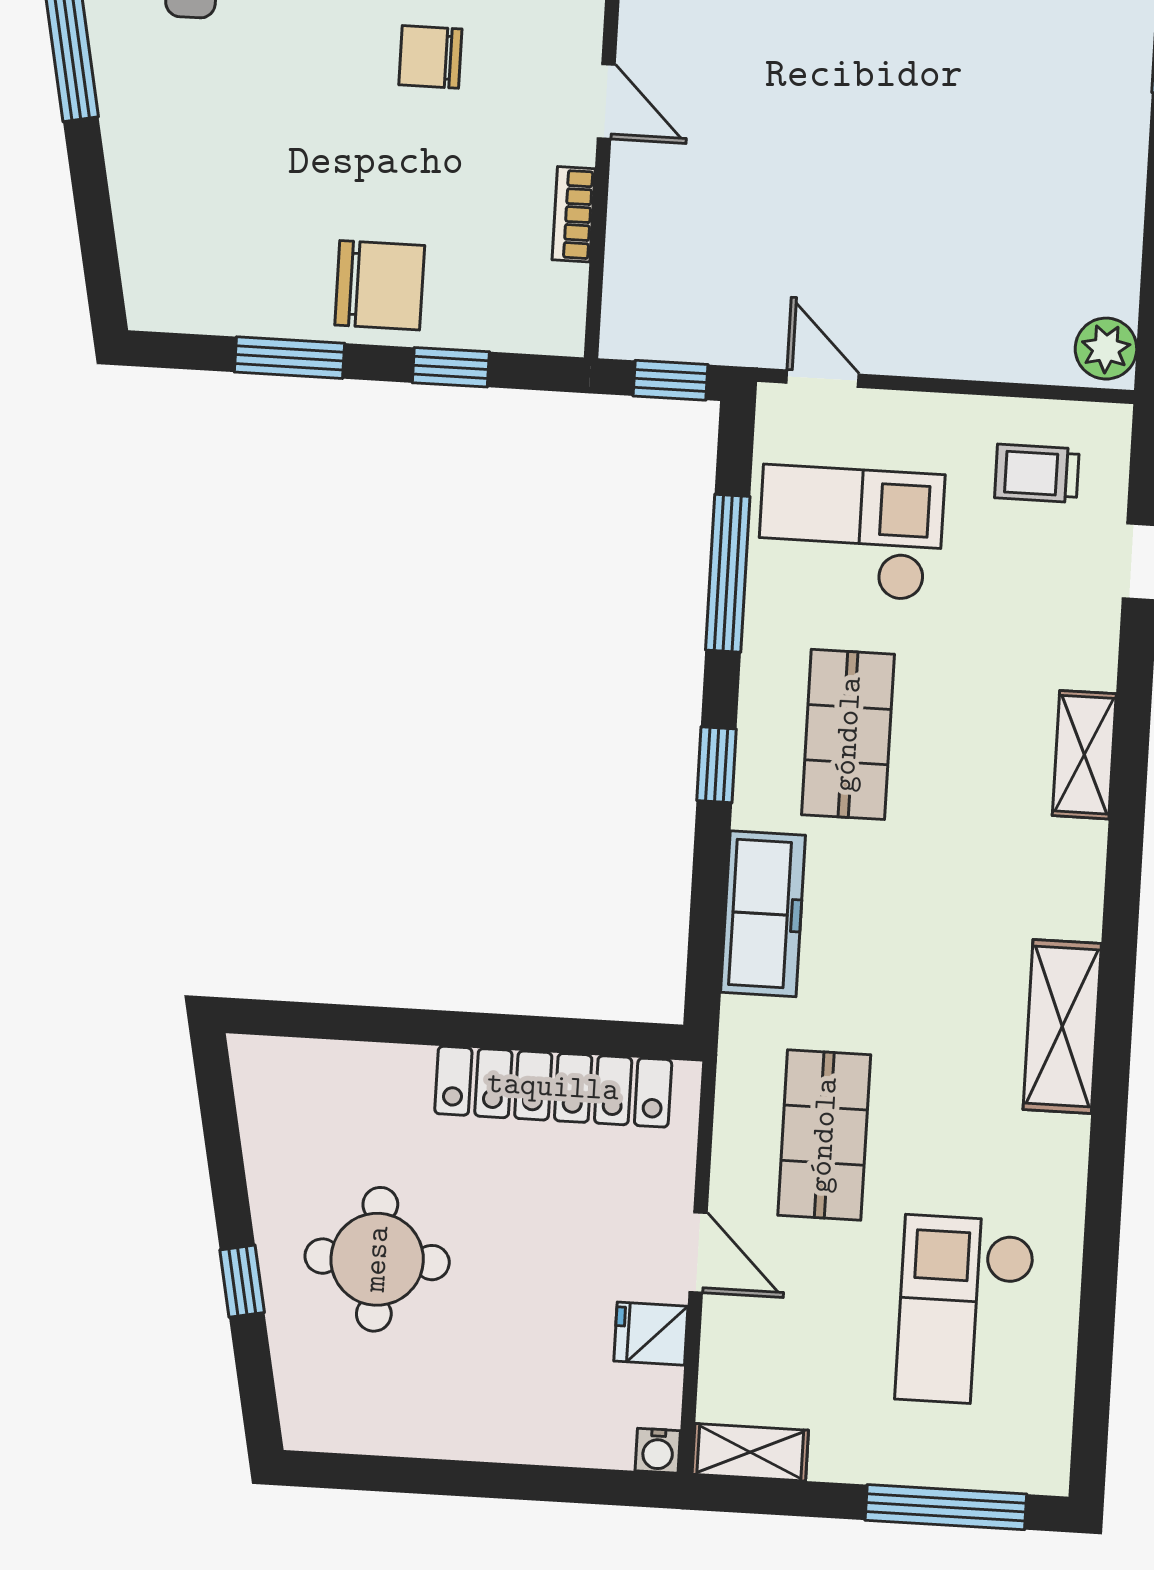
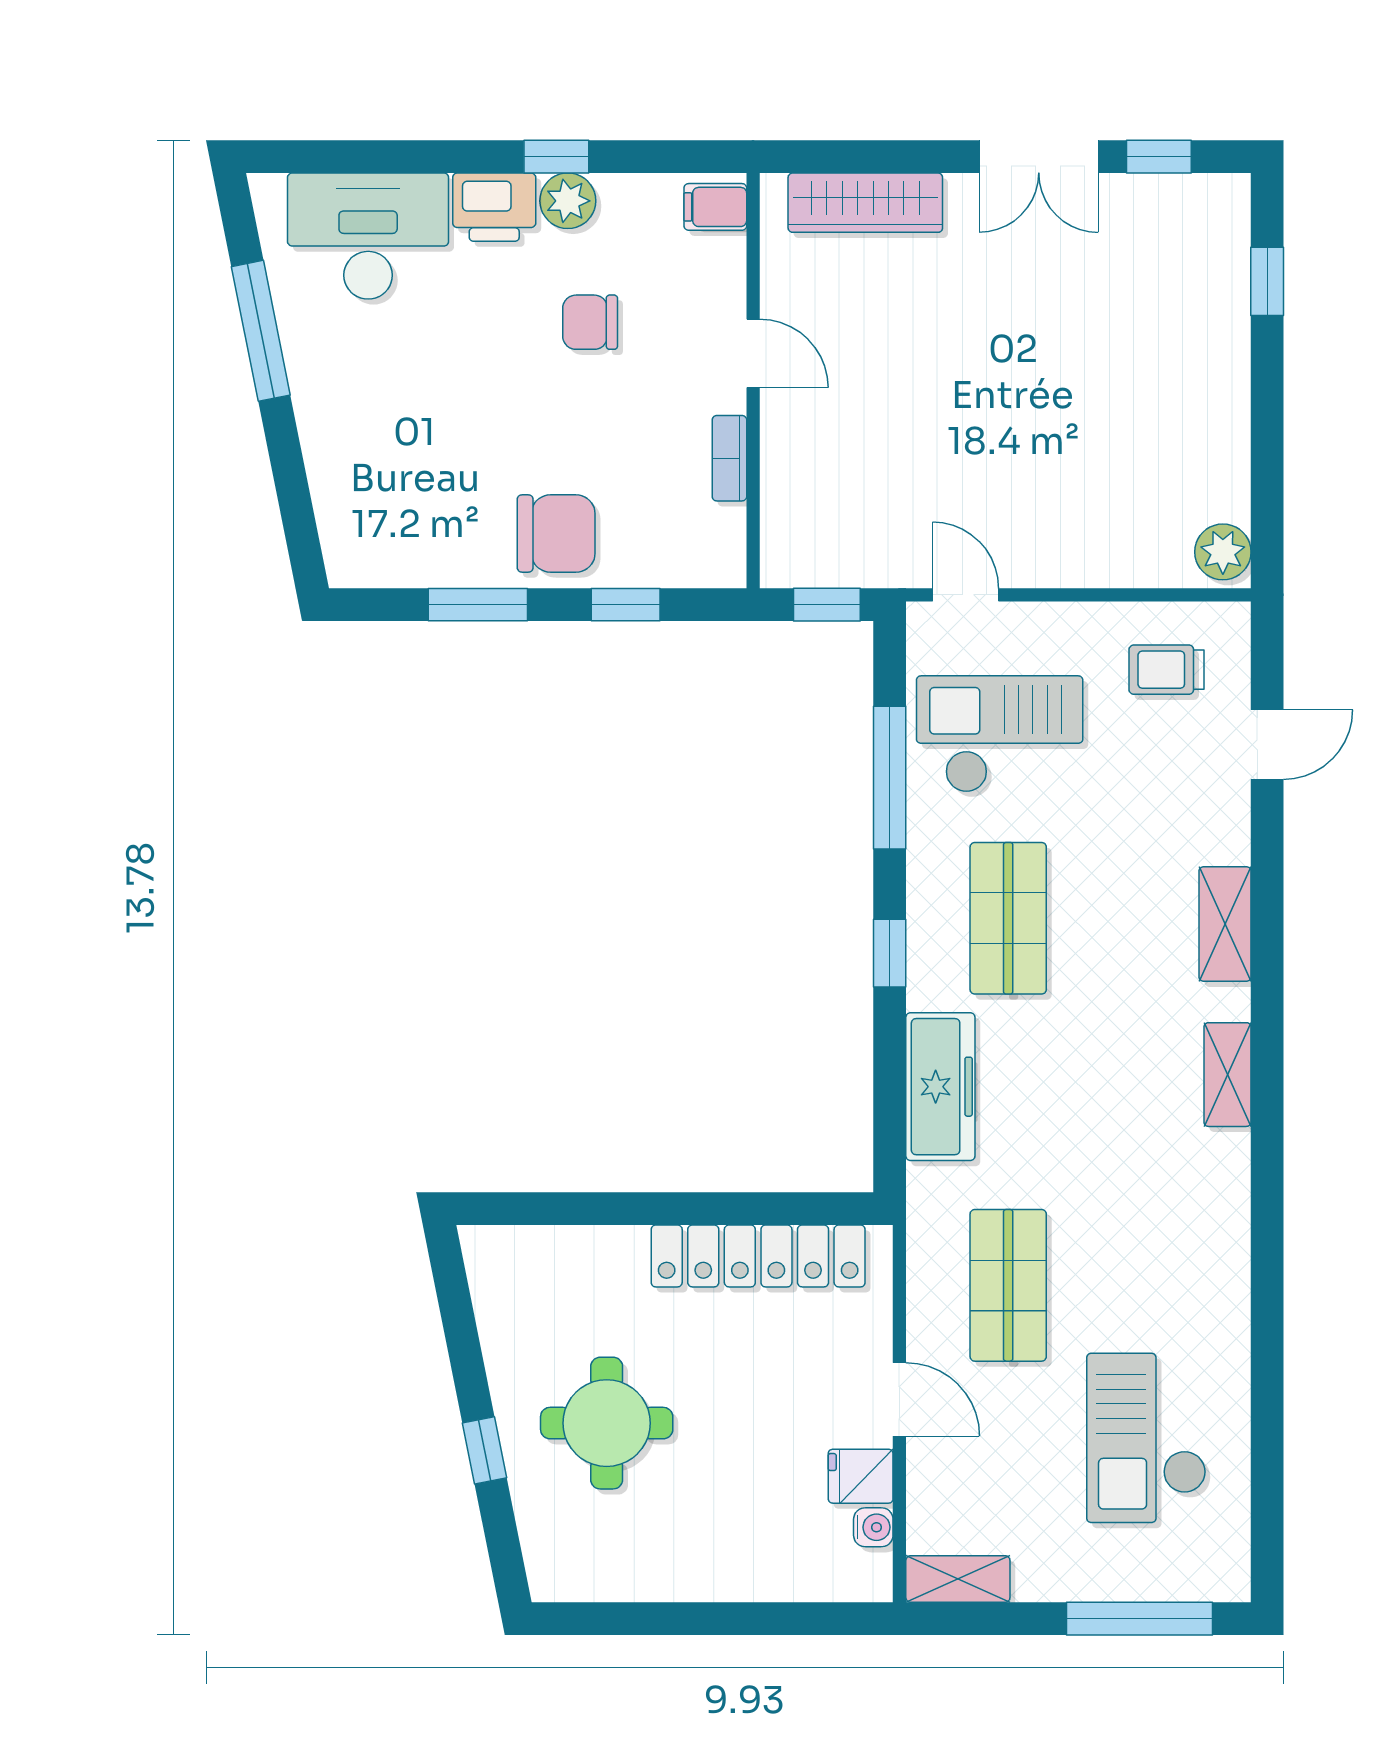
shelving: (1062, 1026) -> (1227, 1075), moved, width x0.67, depth x0.75
water cooler: (658, 1451) -> (873, 1527), moved, turned -90

